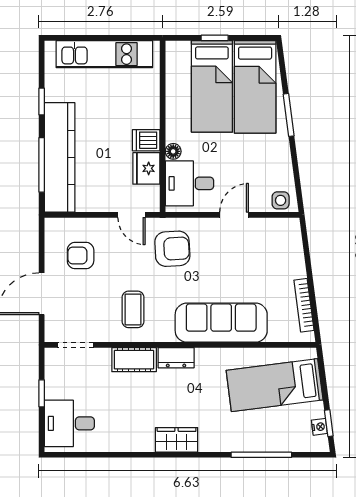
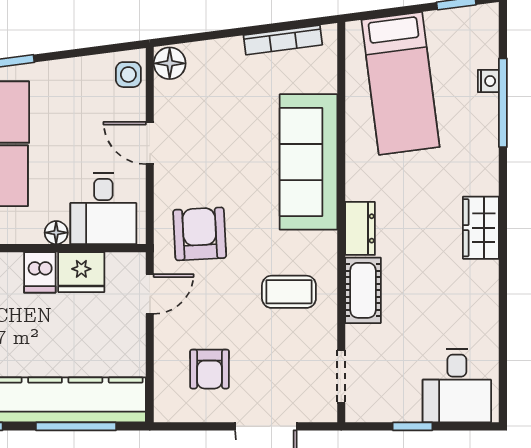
floor lamp: (288, 228) -> (170, 63), added
nightstand: (319, 427) -> (488, 81), moved, turned 97

